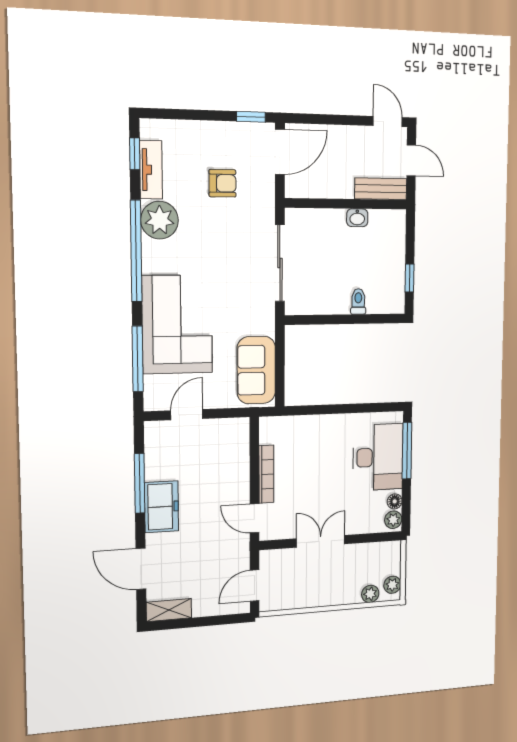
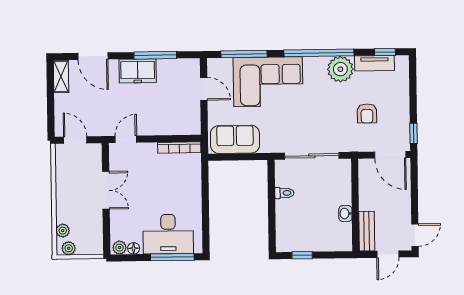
toilet: (358, 301) -> (284, 193), moved
bookcase: (266, 474) -> (179, 148), moved
door: (141, 569) -> (93, 56), swing flipped

